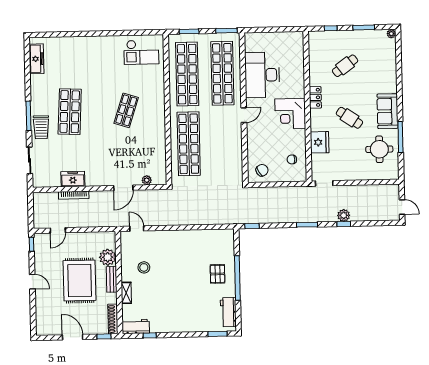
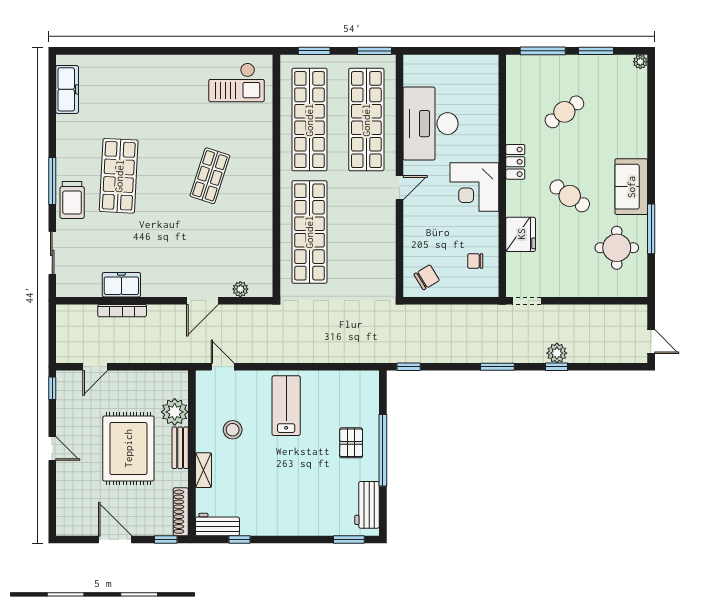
window: (331, 28) -> (543, 51), width x2.17
lab bench: (177, 252) -> (286, 406), added

